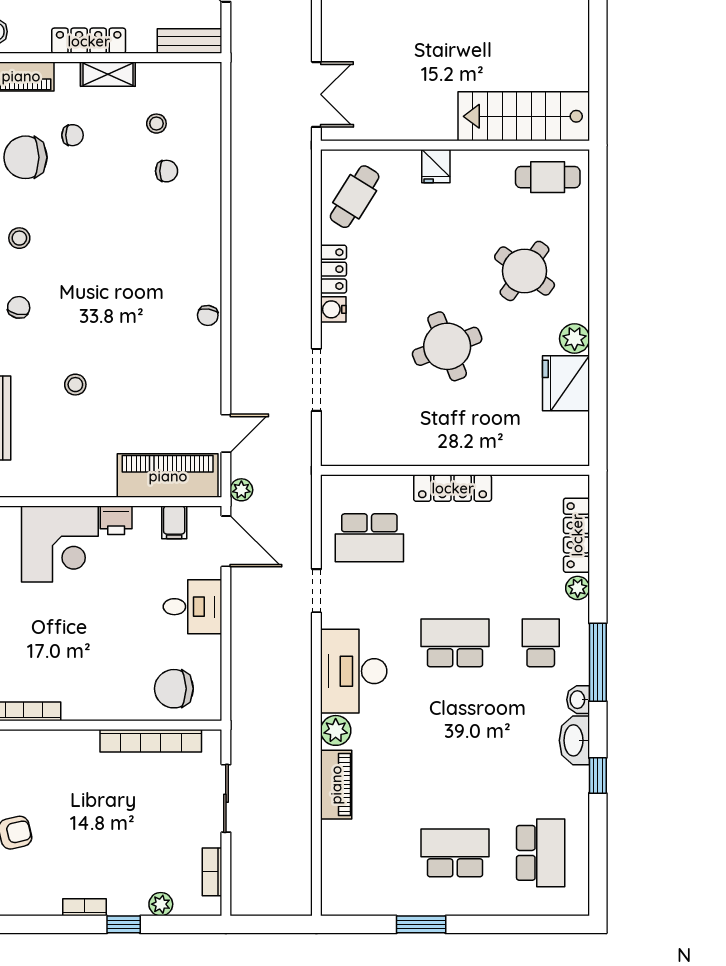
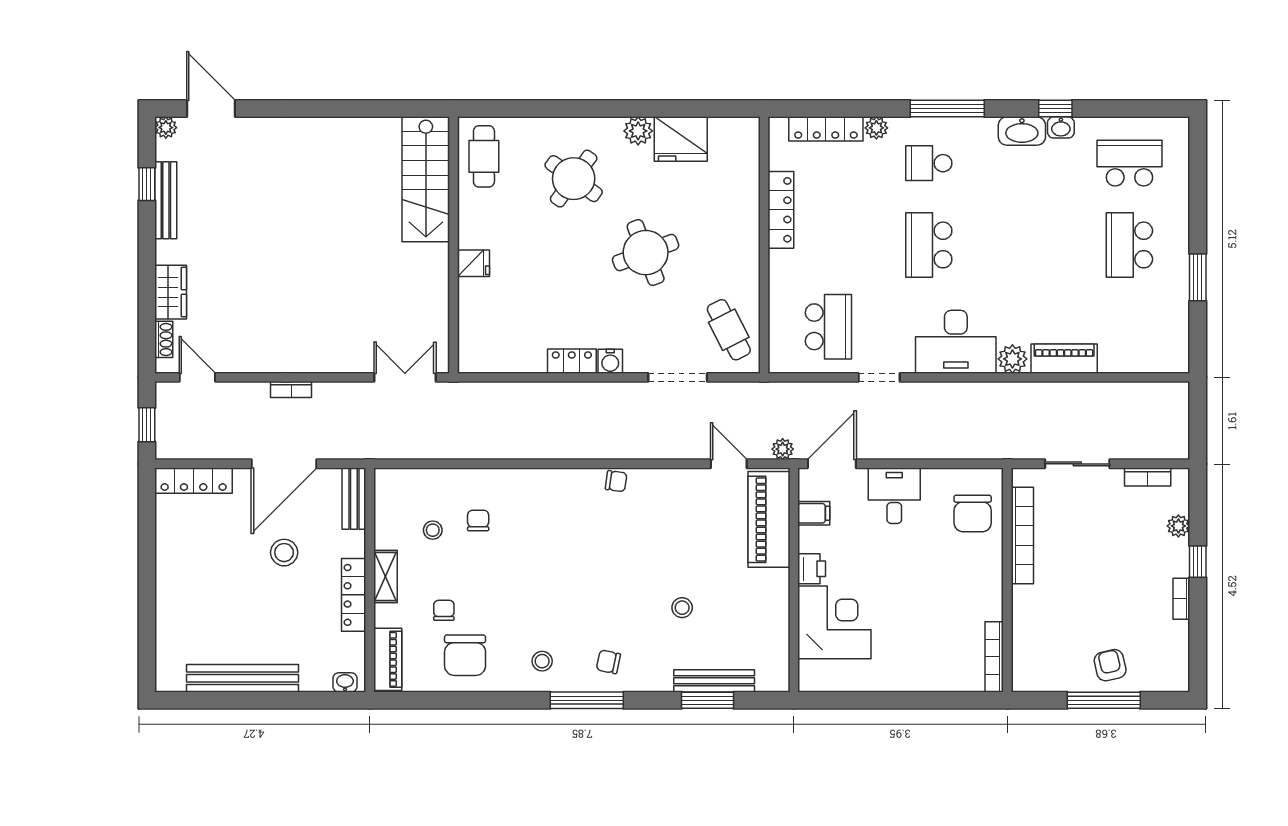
cafe table: (355, 197) -> (729, 330), moved, turned 31
locker: (453, 488) -> (781, 210), moved
washbasin: (578, 700) -> (1061, 127), moved

